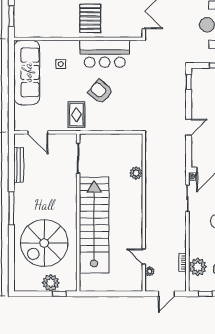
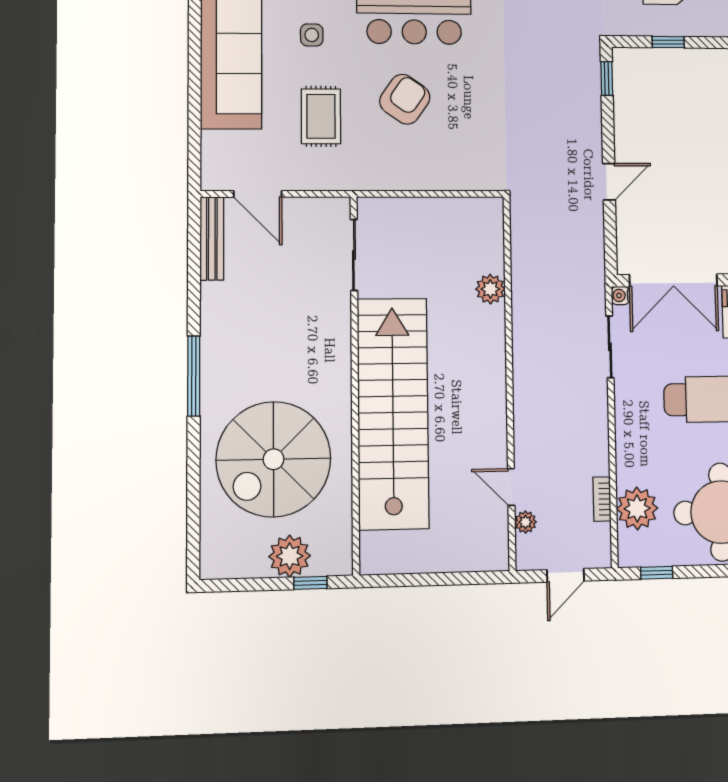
armchair: (100, 92) -> (405, 99), turned 84
rug: (76, 115) -> (321, 116), moved
bench: (19, 165) -> (212, 238), moved

